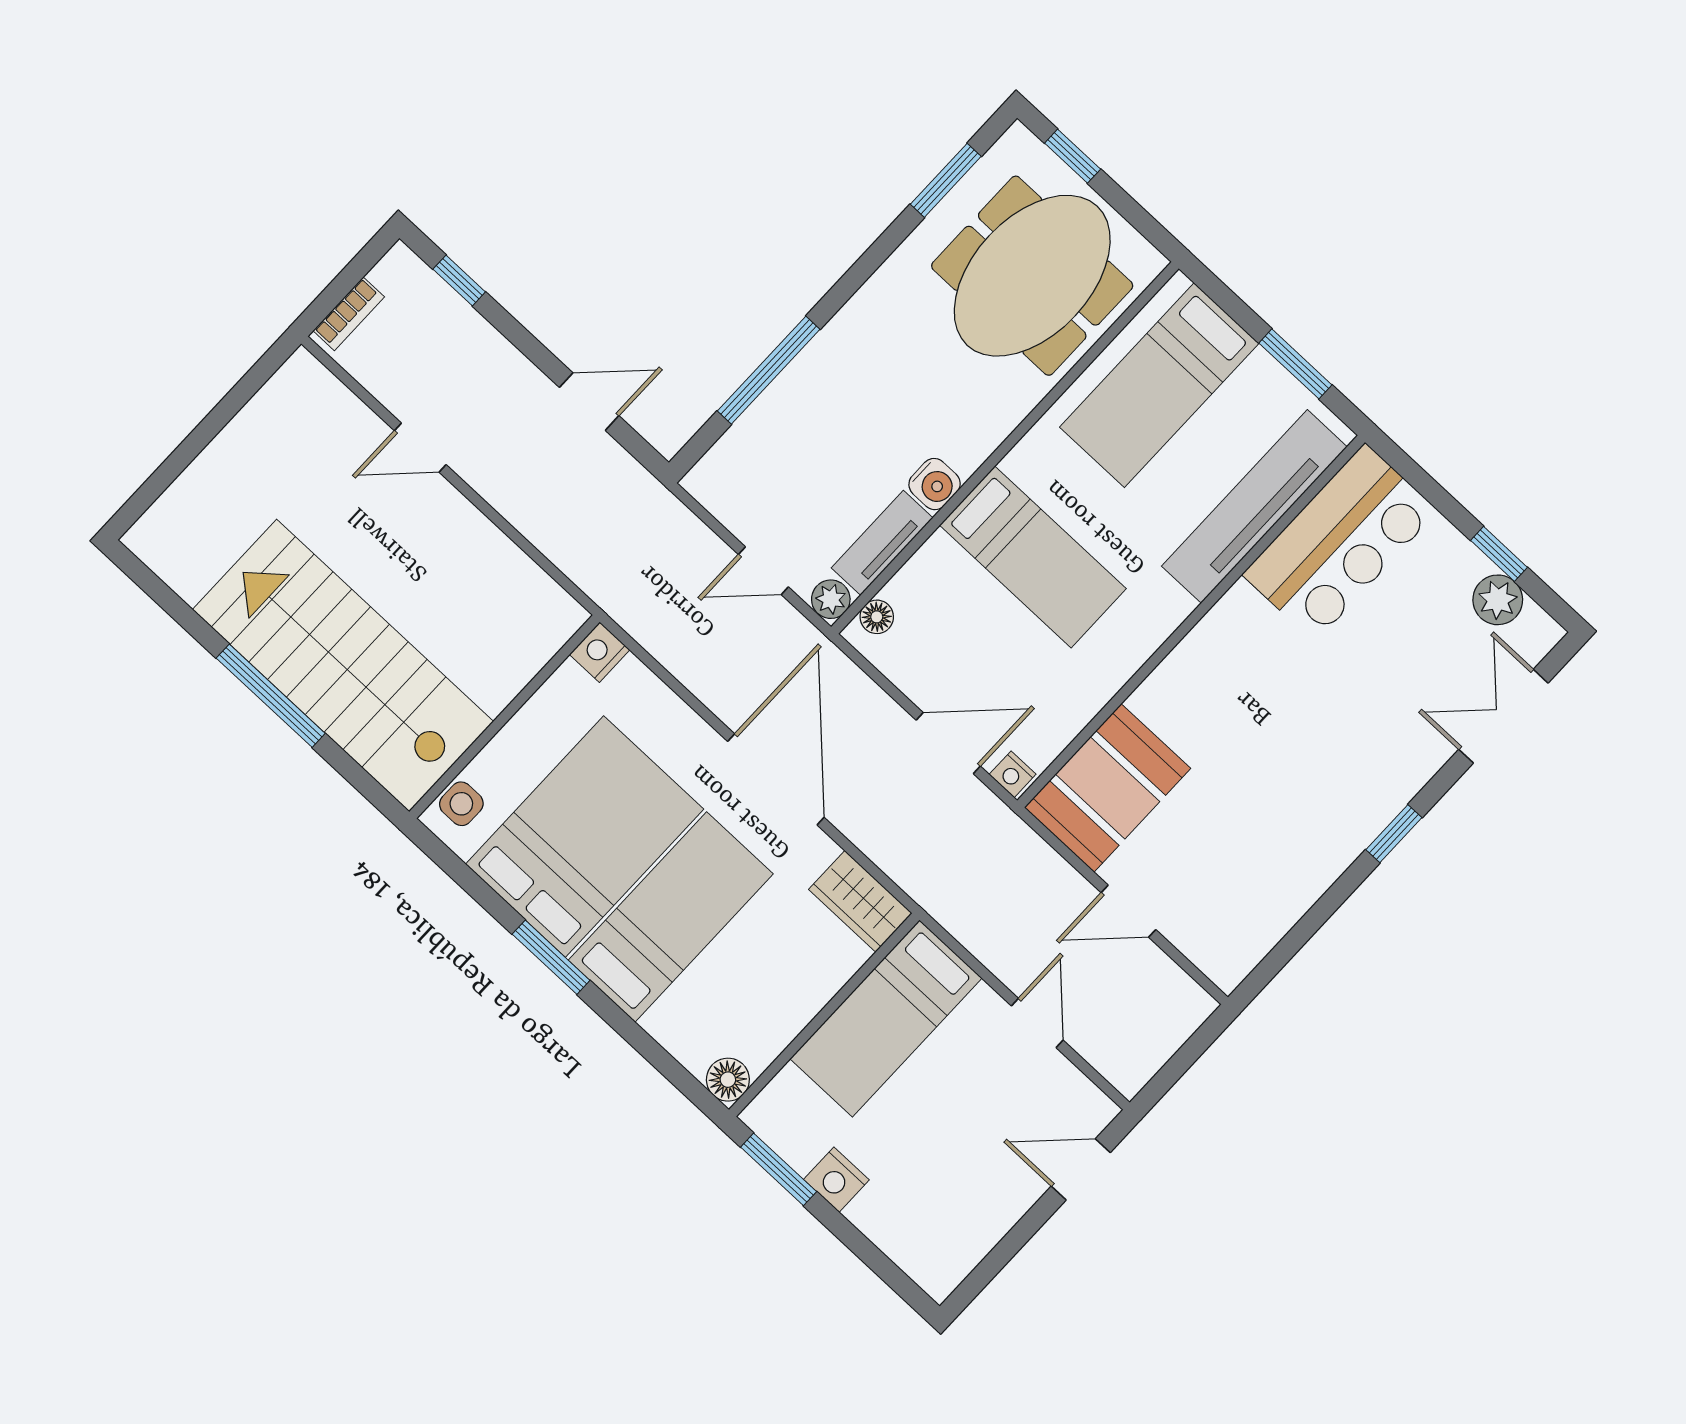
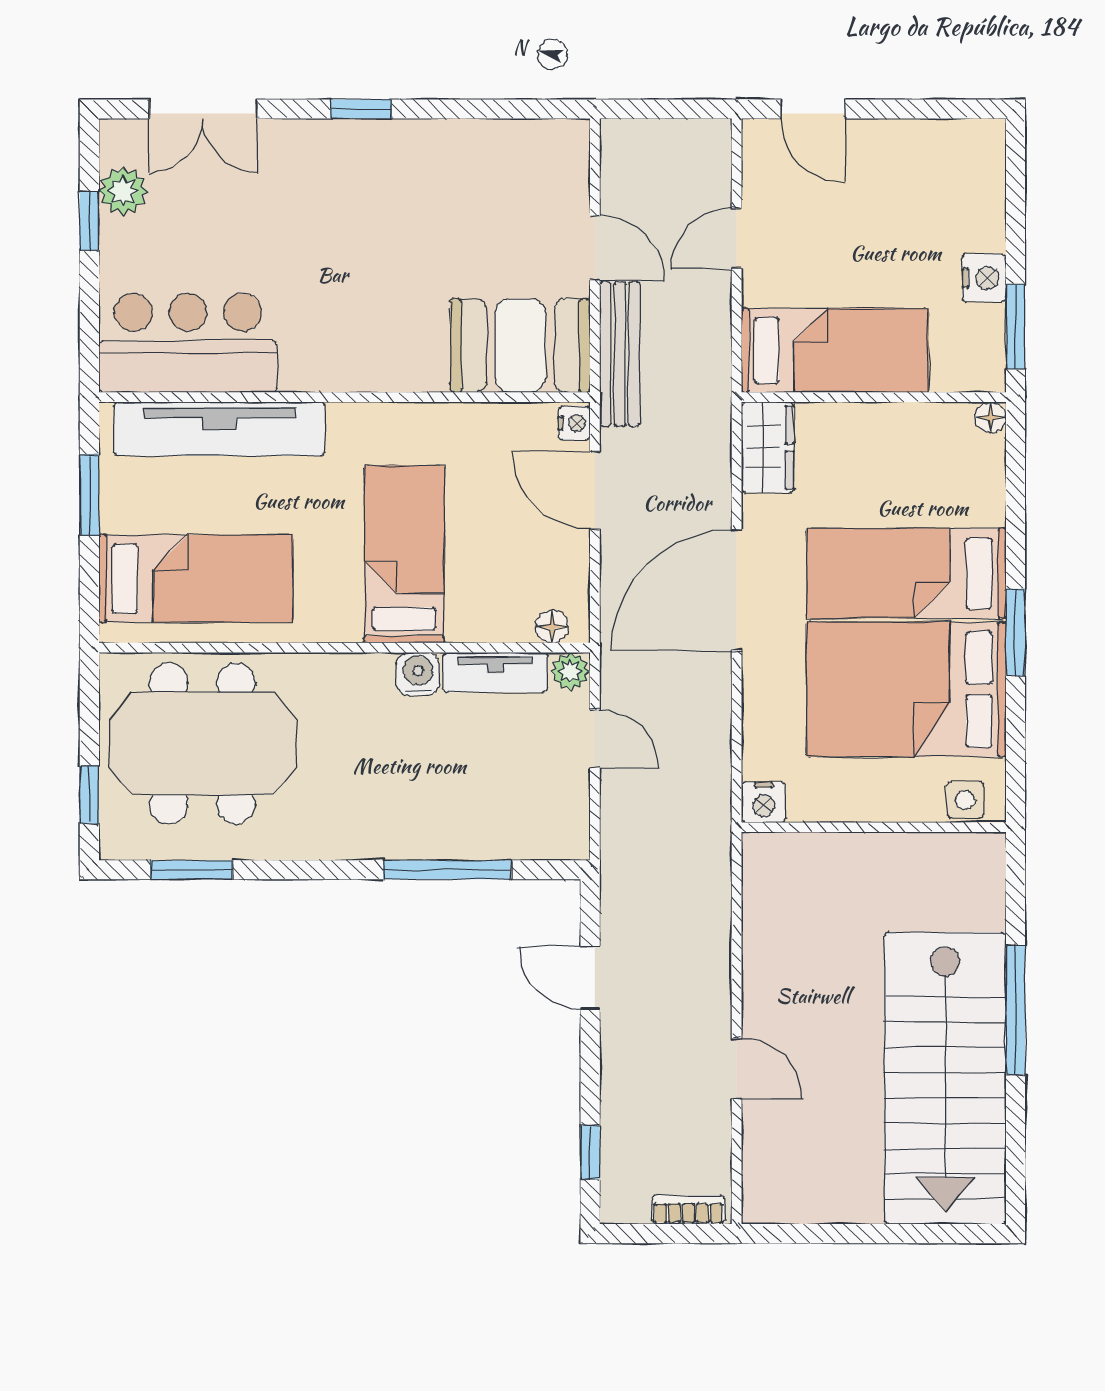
stairs: (343, 665) -> (945, 1078), moved
bench: (1032, 856) -> (620, 354), added
floor lamp: (728, 1080) -> (991, 417), width x0.73, depth x0.73

